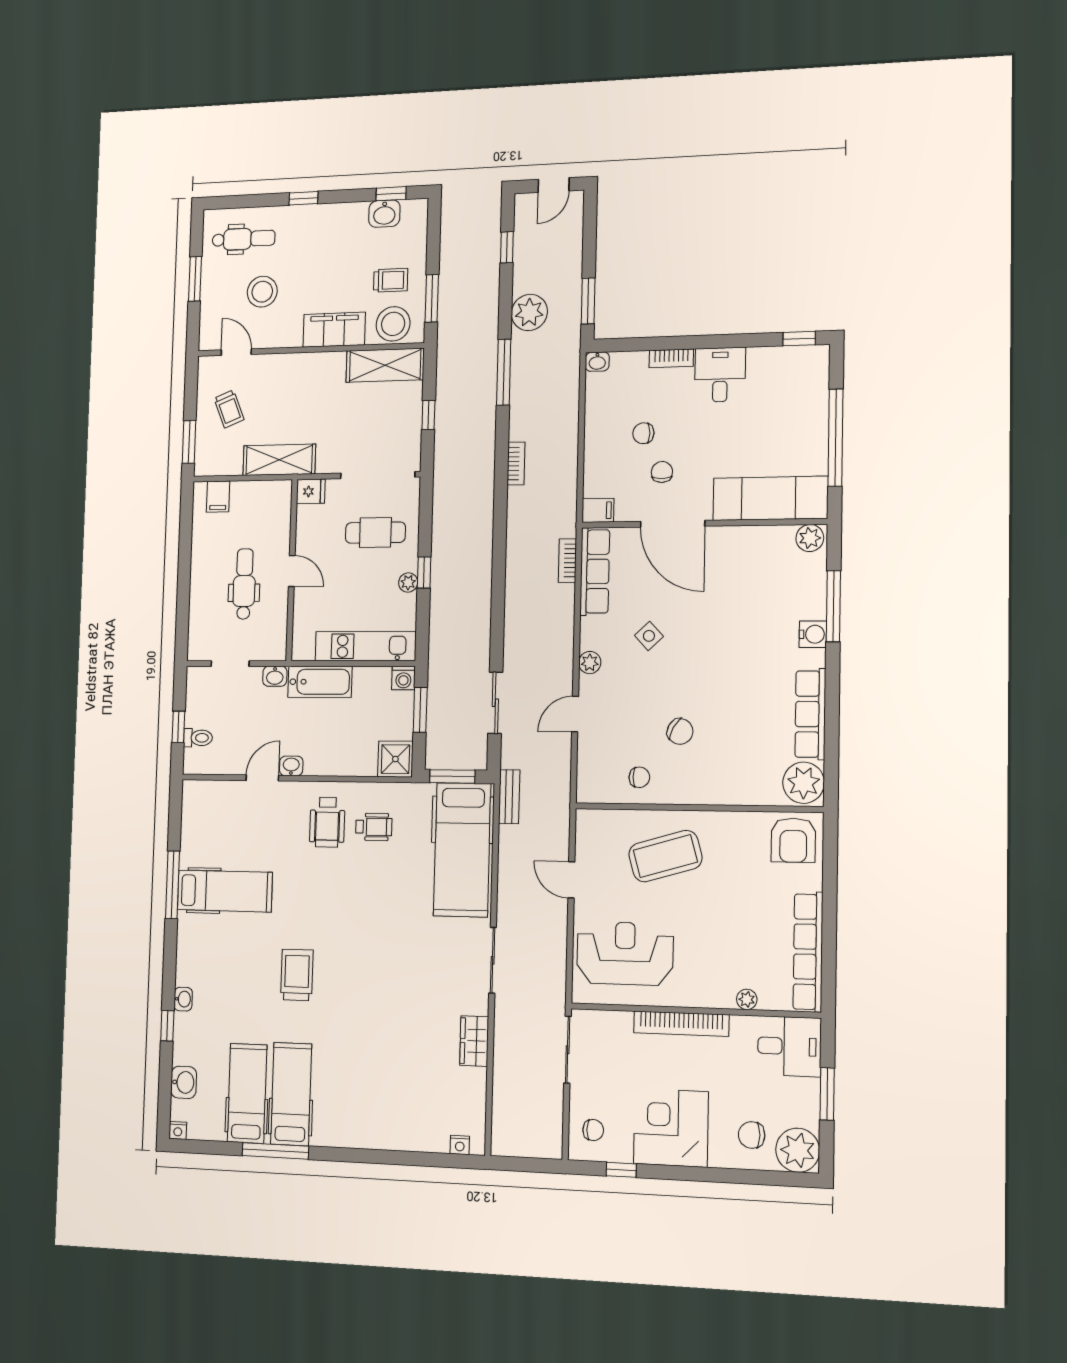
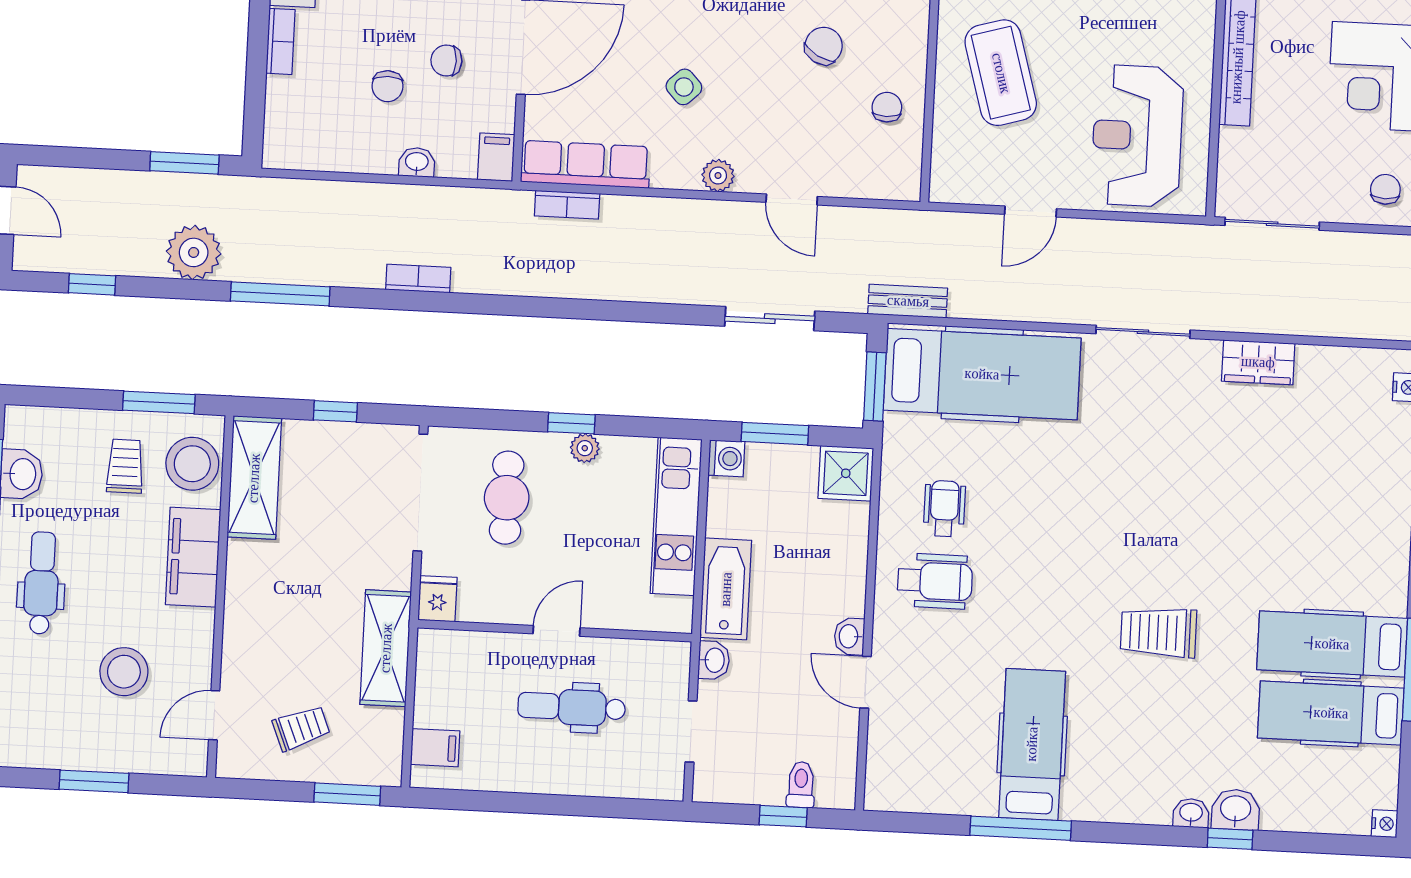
dental chair: (244, 239) -> (41, 583), moved
washbasin: (597, 362) -> (417, 162), moved, turned -90
washbasin: (184, 1082) -> (1236, 810), moved

